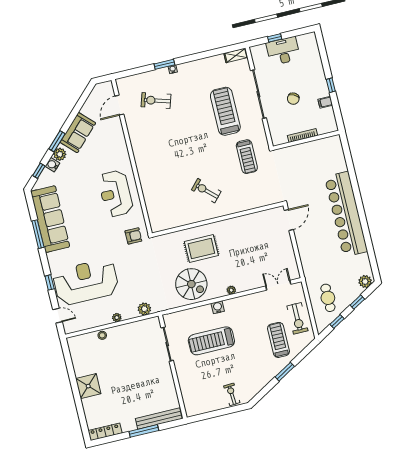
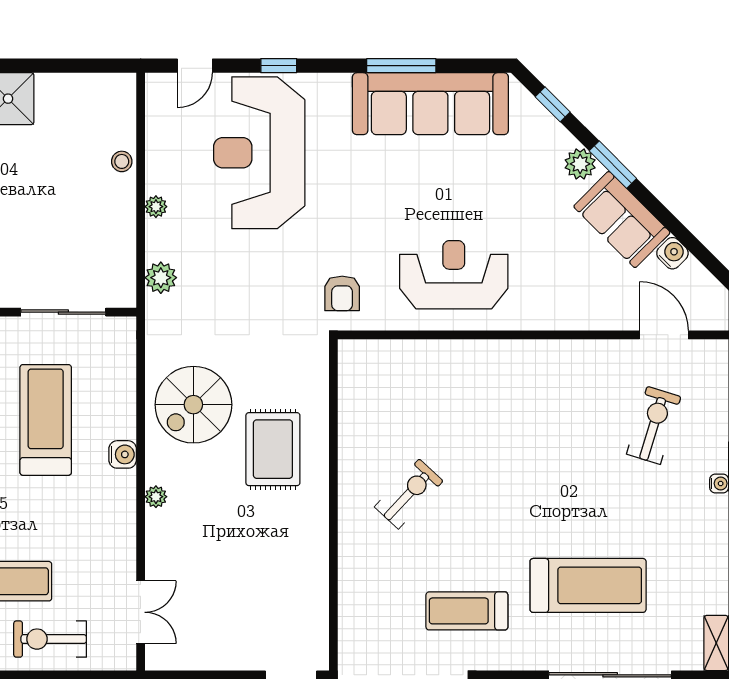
water cooler: (52, 165) -> (672, 253), moved
reception desk: (86, 282) -> (259, 153), turned 180

